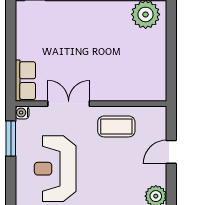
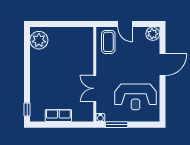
row of seats: (25, 81) -> (58, 116), moved
coffee table: (116, 126) -> (108, 42), moved

